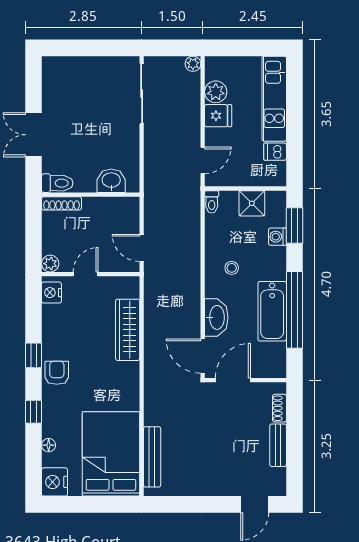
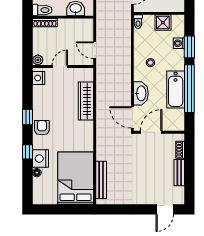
window: (294, 226) -> (189, 47), moved
nightstand: (55, 482) -> (41, 159), moved

